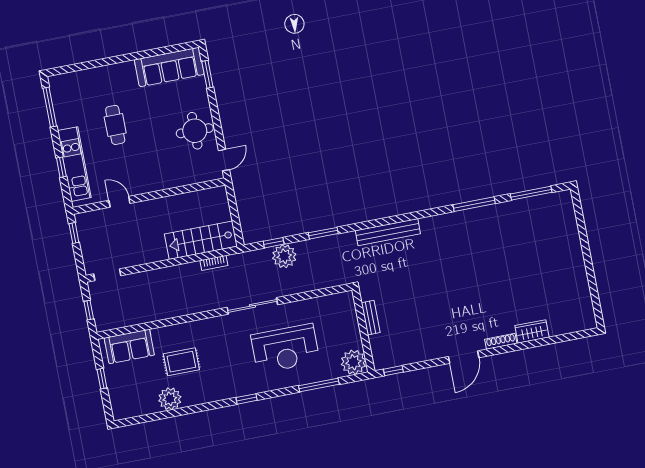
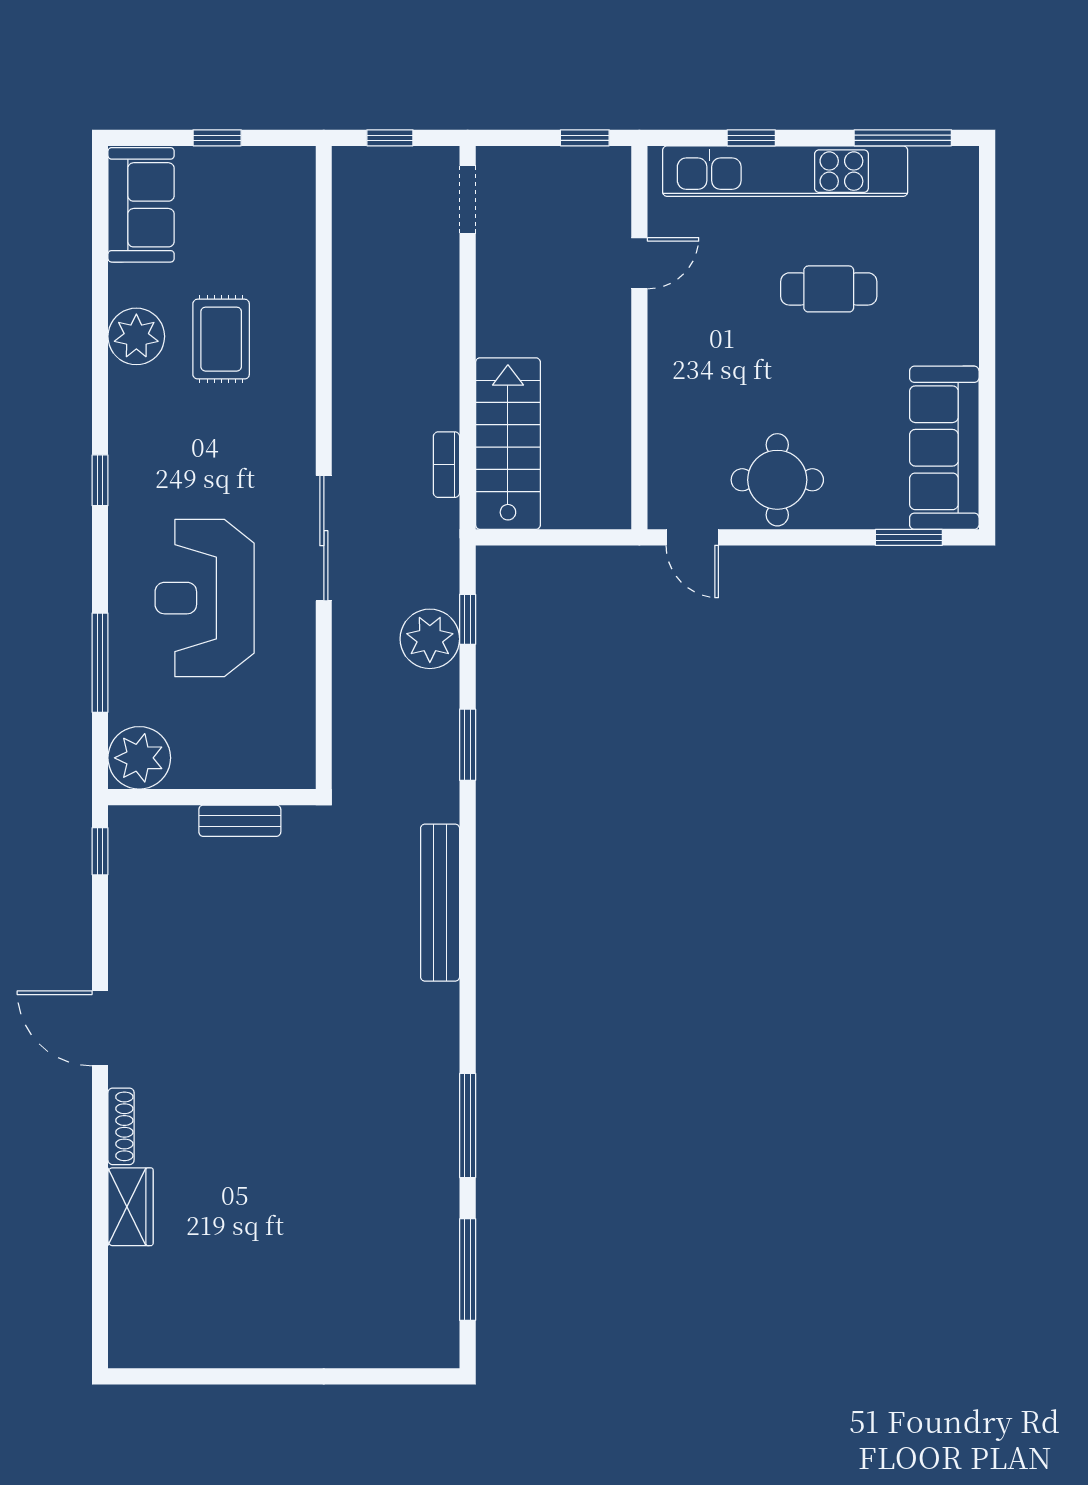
kitchen unit: (74, 164) -> (785, 171), width x1.36
sofa: (129, 346) -> (141, 205), moved, turned 180
plant: (170, 399) -> (136, 336), moved

